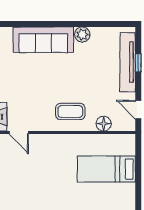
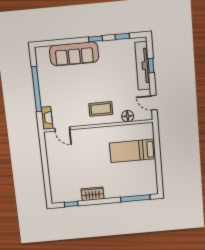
window: (72, 24) -> (96, 39), added
window: (105, 24) -> (122, 36), added
plant: (82, 35) -> (105, 47), removed

